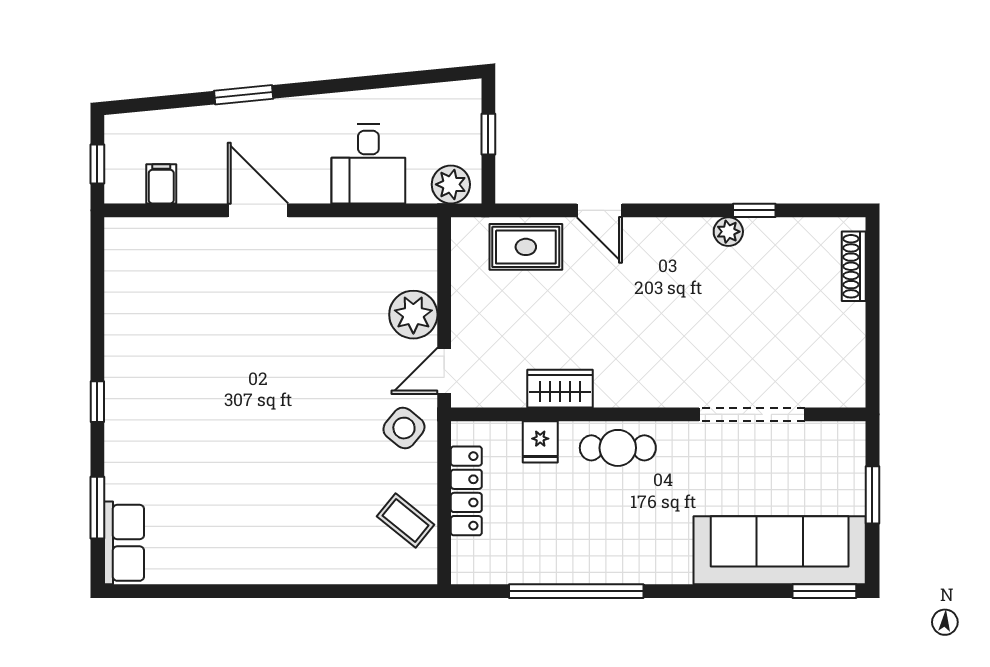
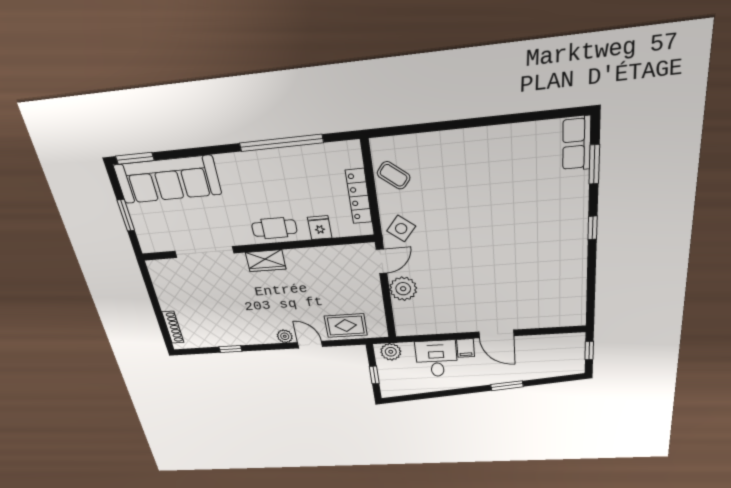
filing cabinet: (161, 184) -> (466, 348), moved
plant: (728, 232) -> (285, 336), moved
wardrobe: (560, 389) -> (266, 261), moved

